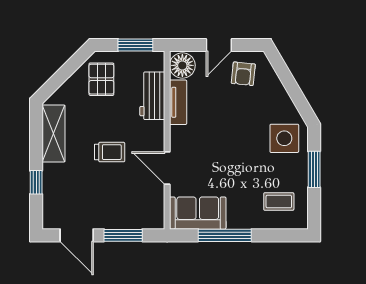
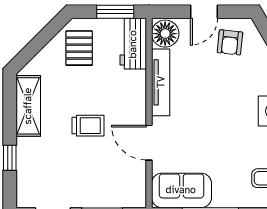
workbench: (152, 96) -> (133, 44), moved
tv unit: (178, 102) -> (161, 82), width x1.41

